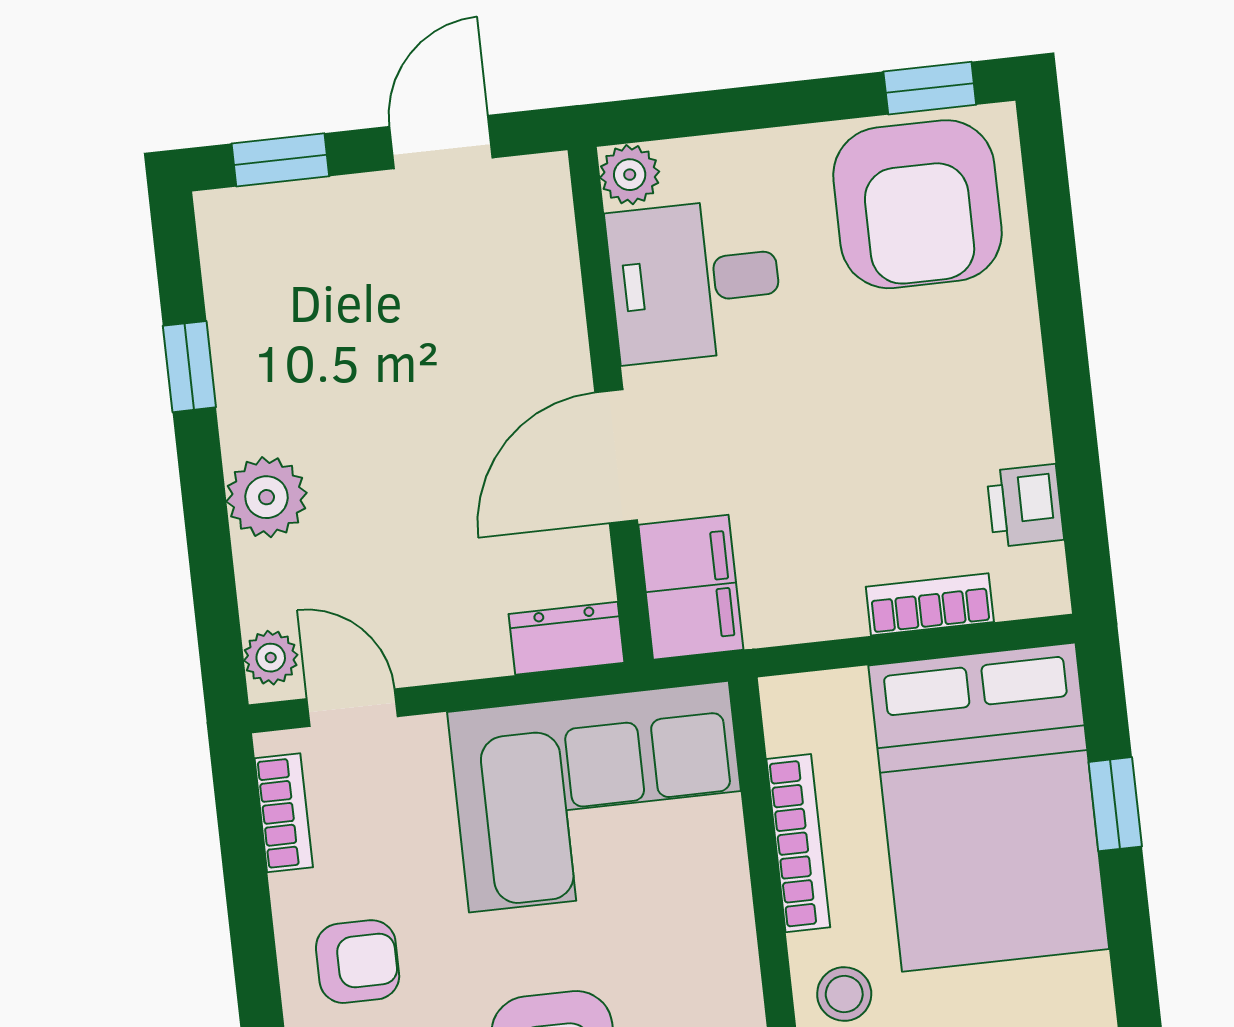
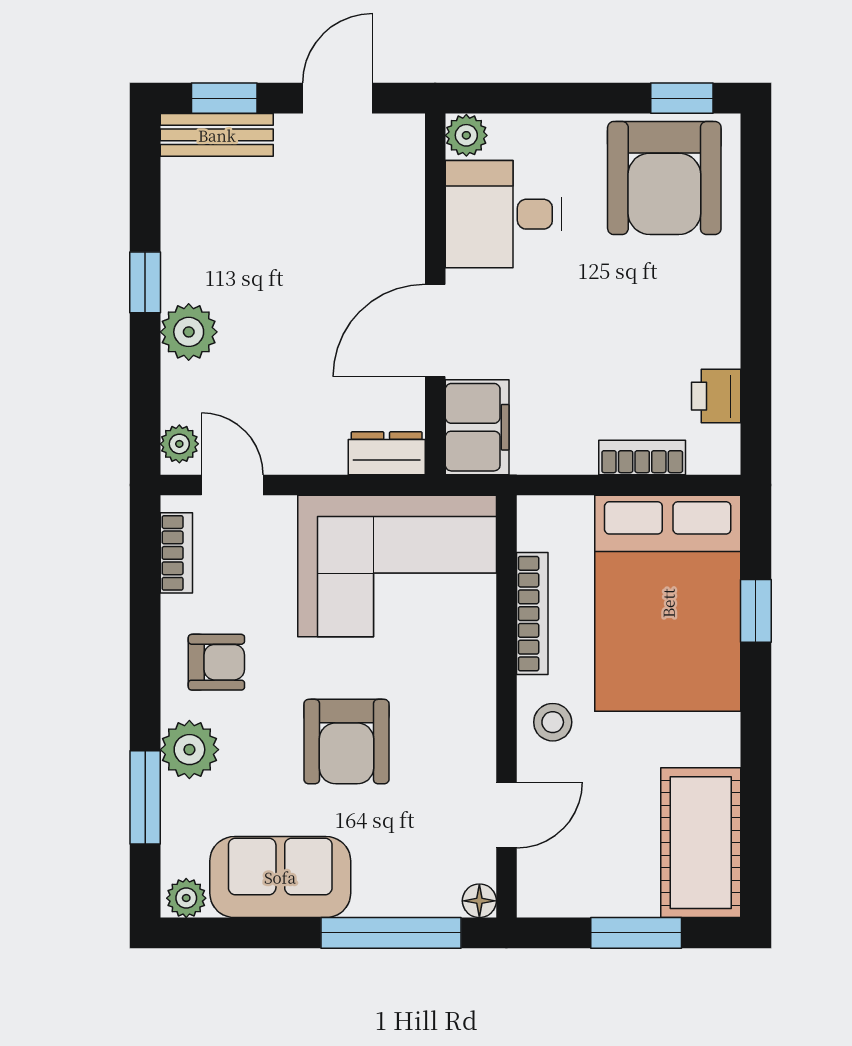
bench: (275, 213) -> (217, 135), added
window: (189, 367) -> (145, 282), moved

